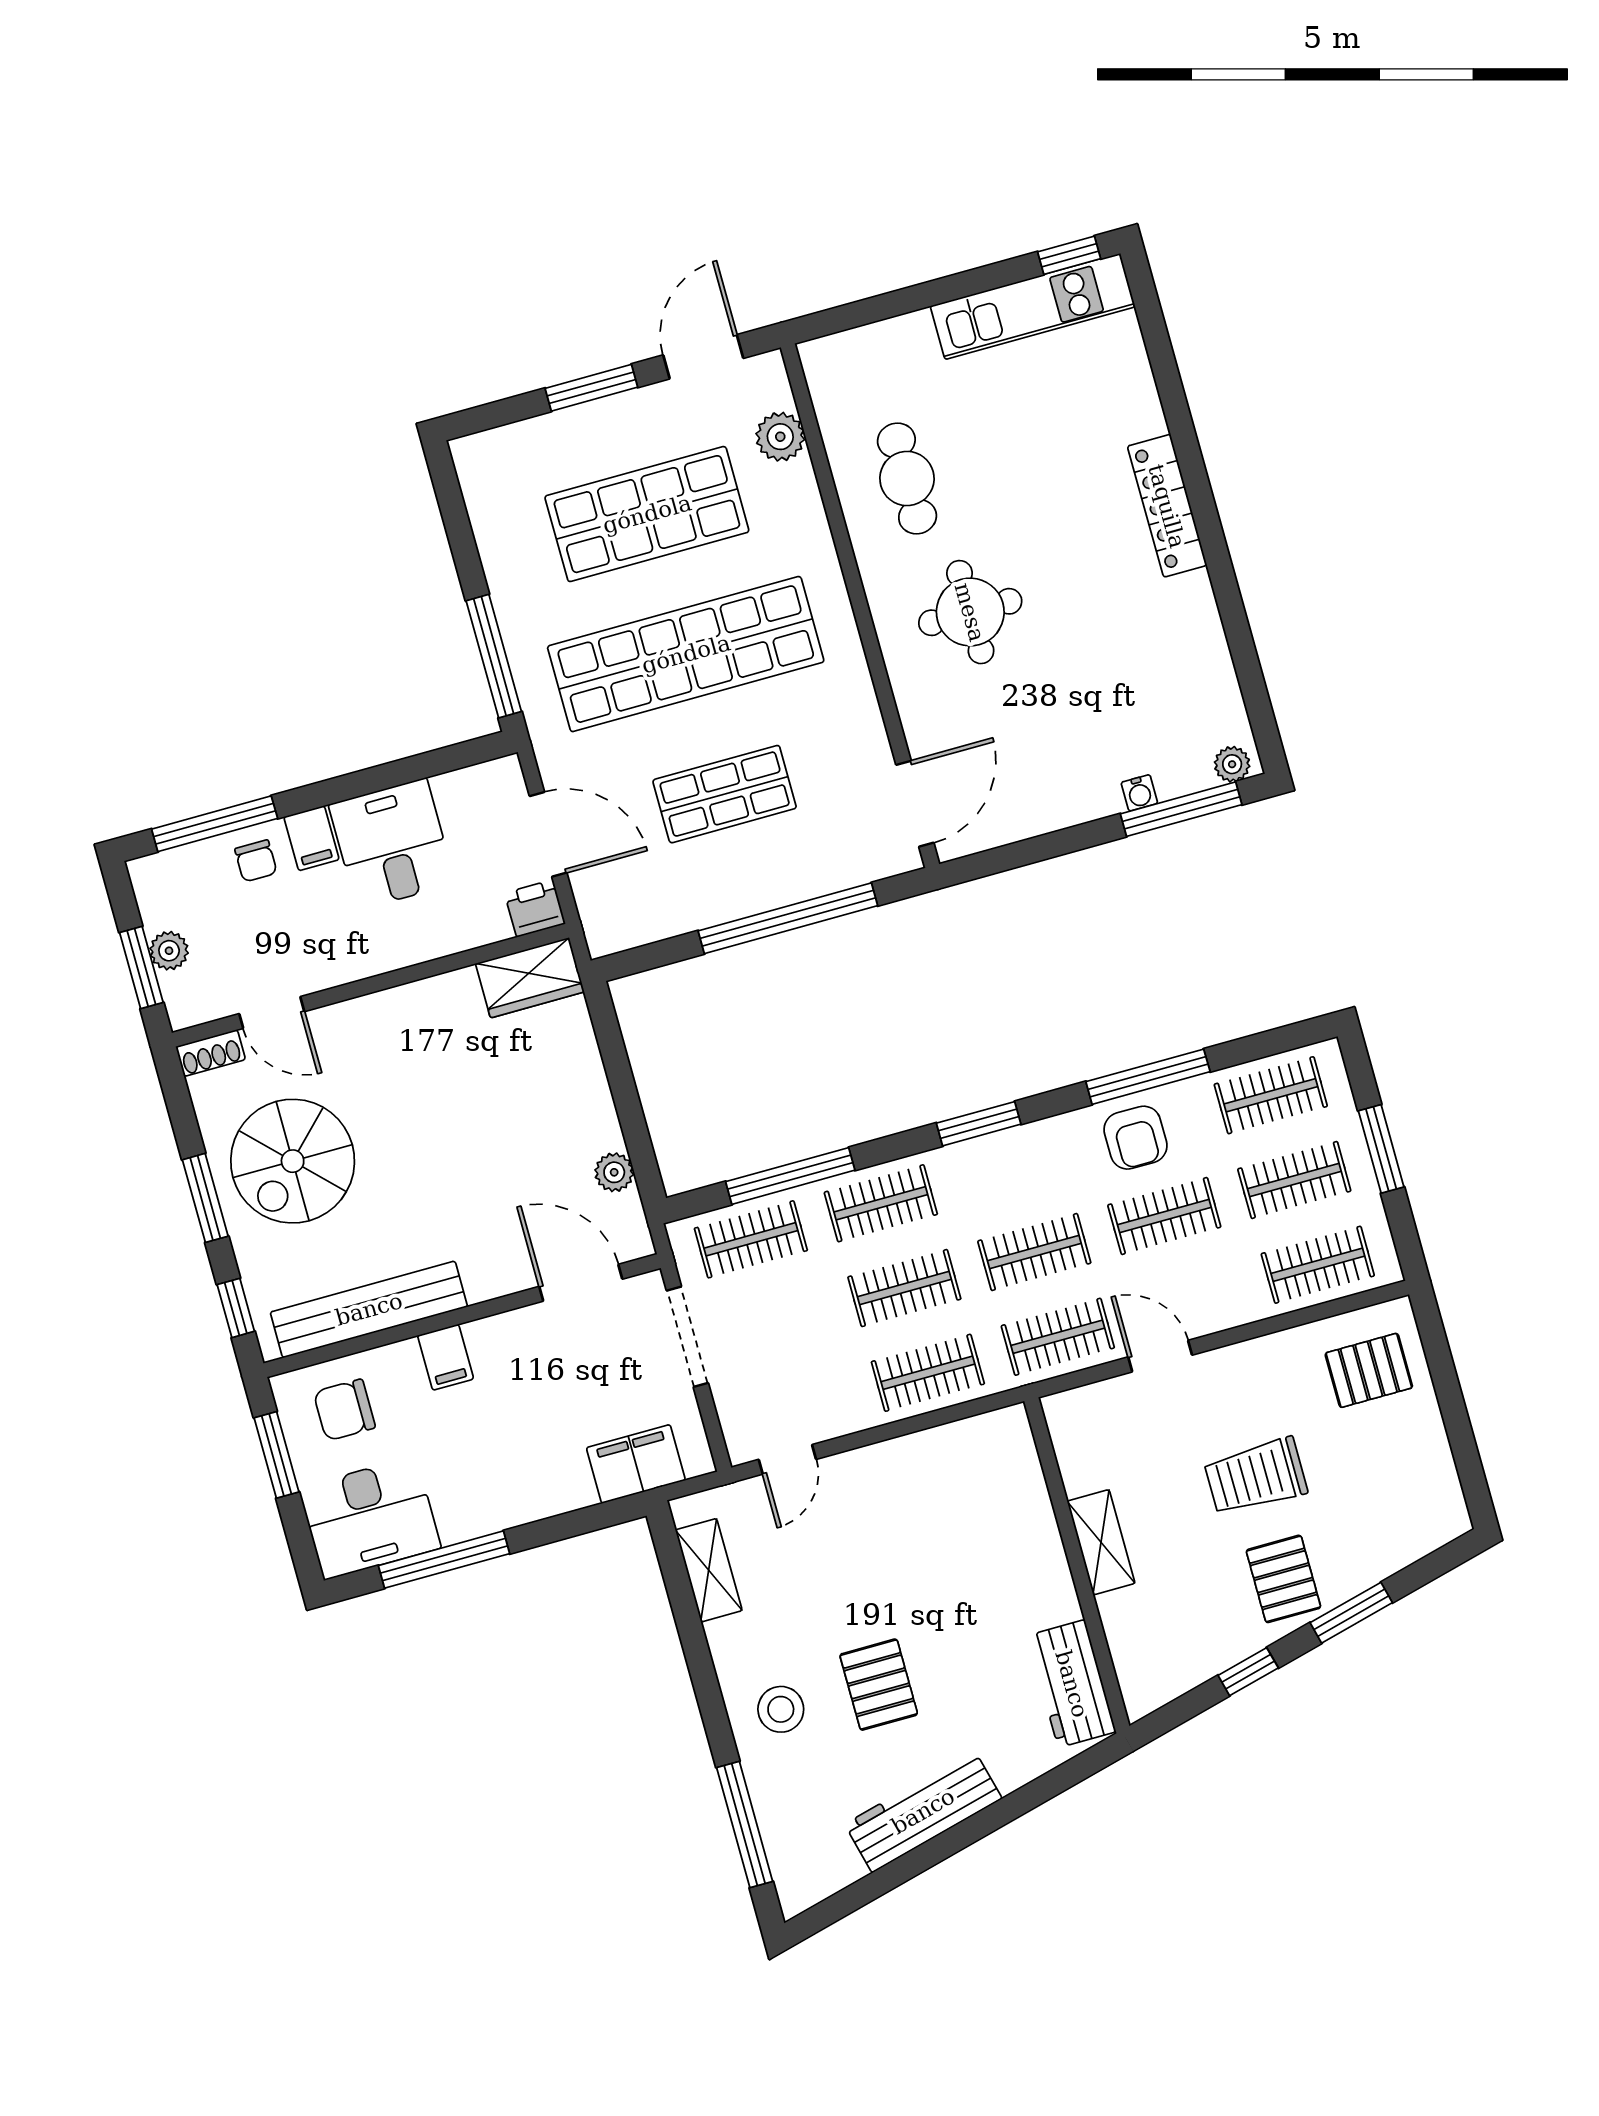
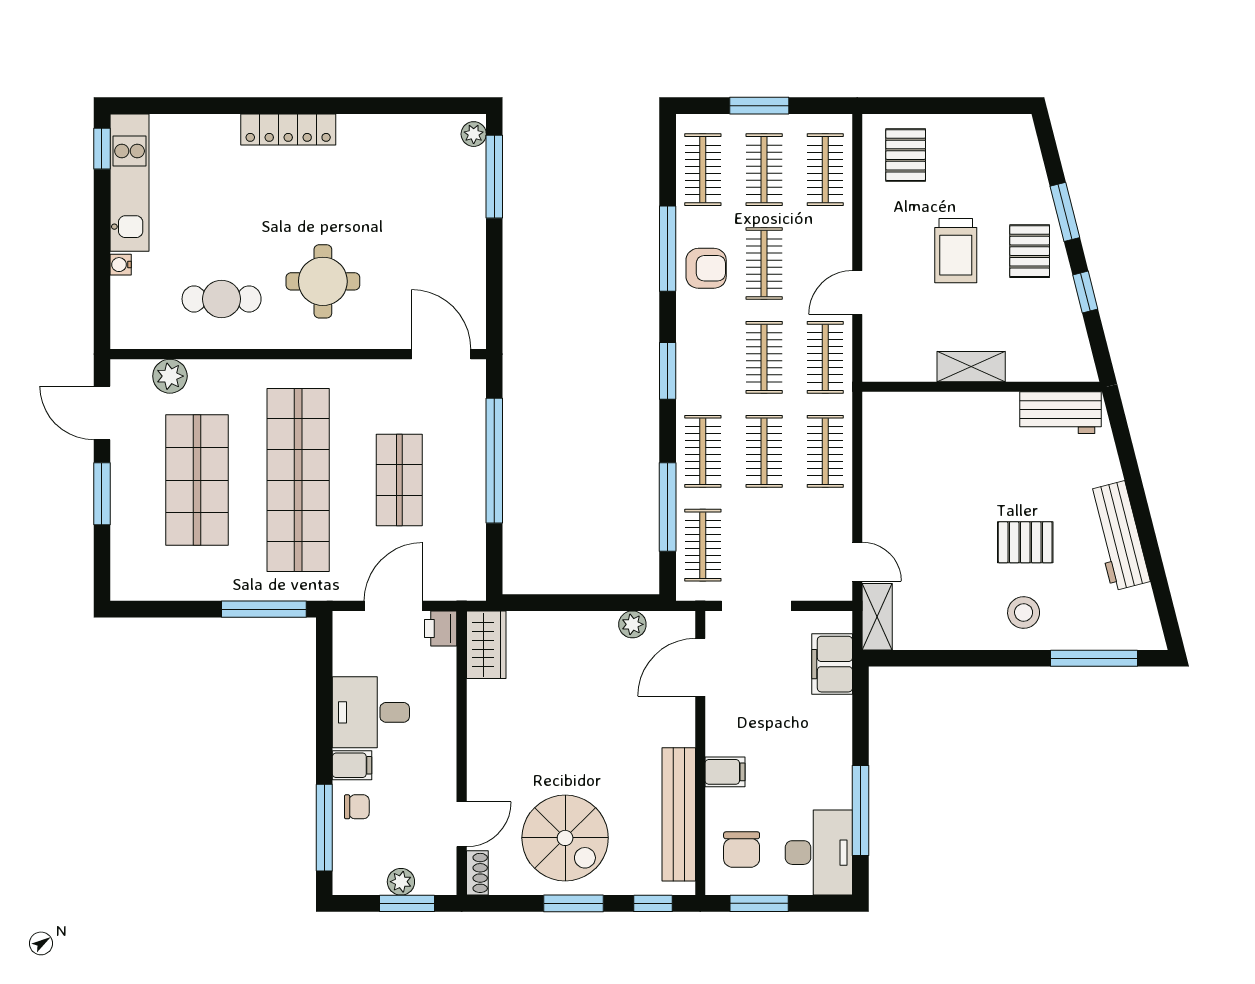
water cooler: (1139, 793) -> (121, 265), moved, turned 180
shelving: (709, 1570) -> (877, 617), moved, turned 90
pallet: (1283, 1579) -> (1030, 251), turned 90

